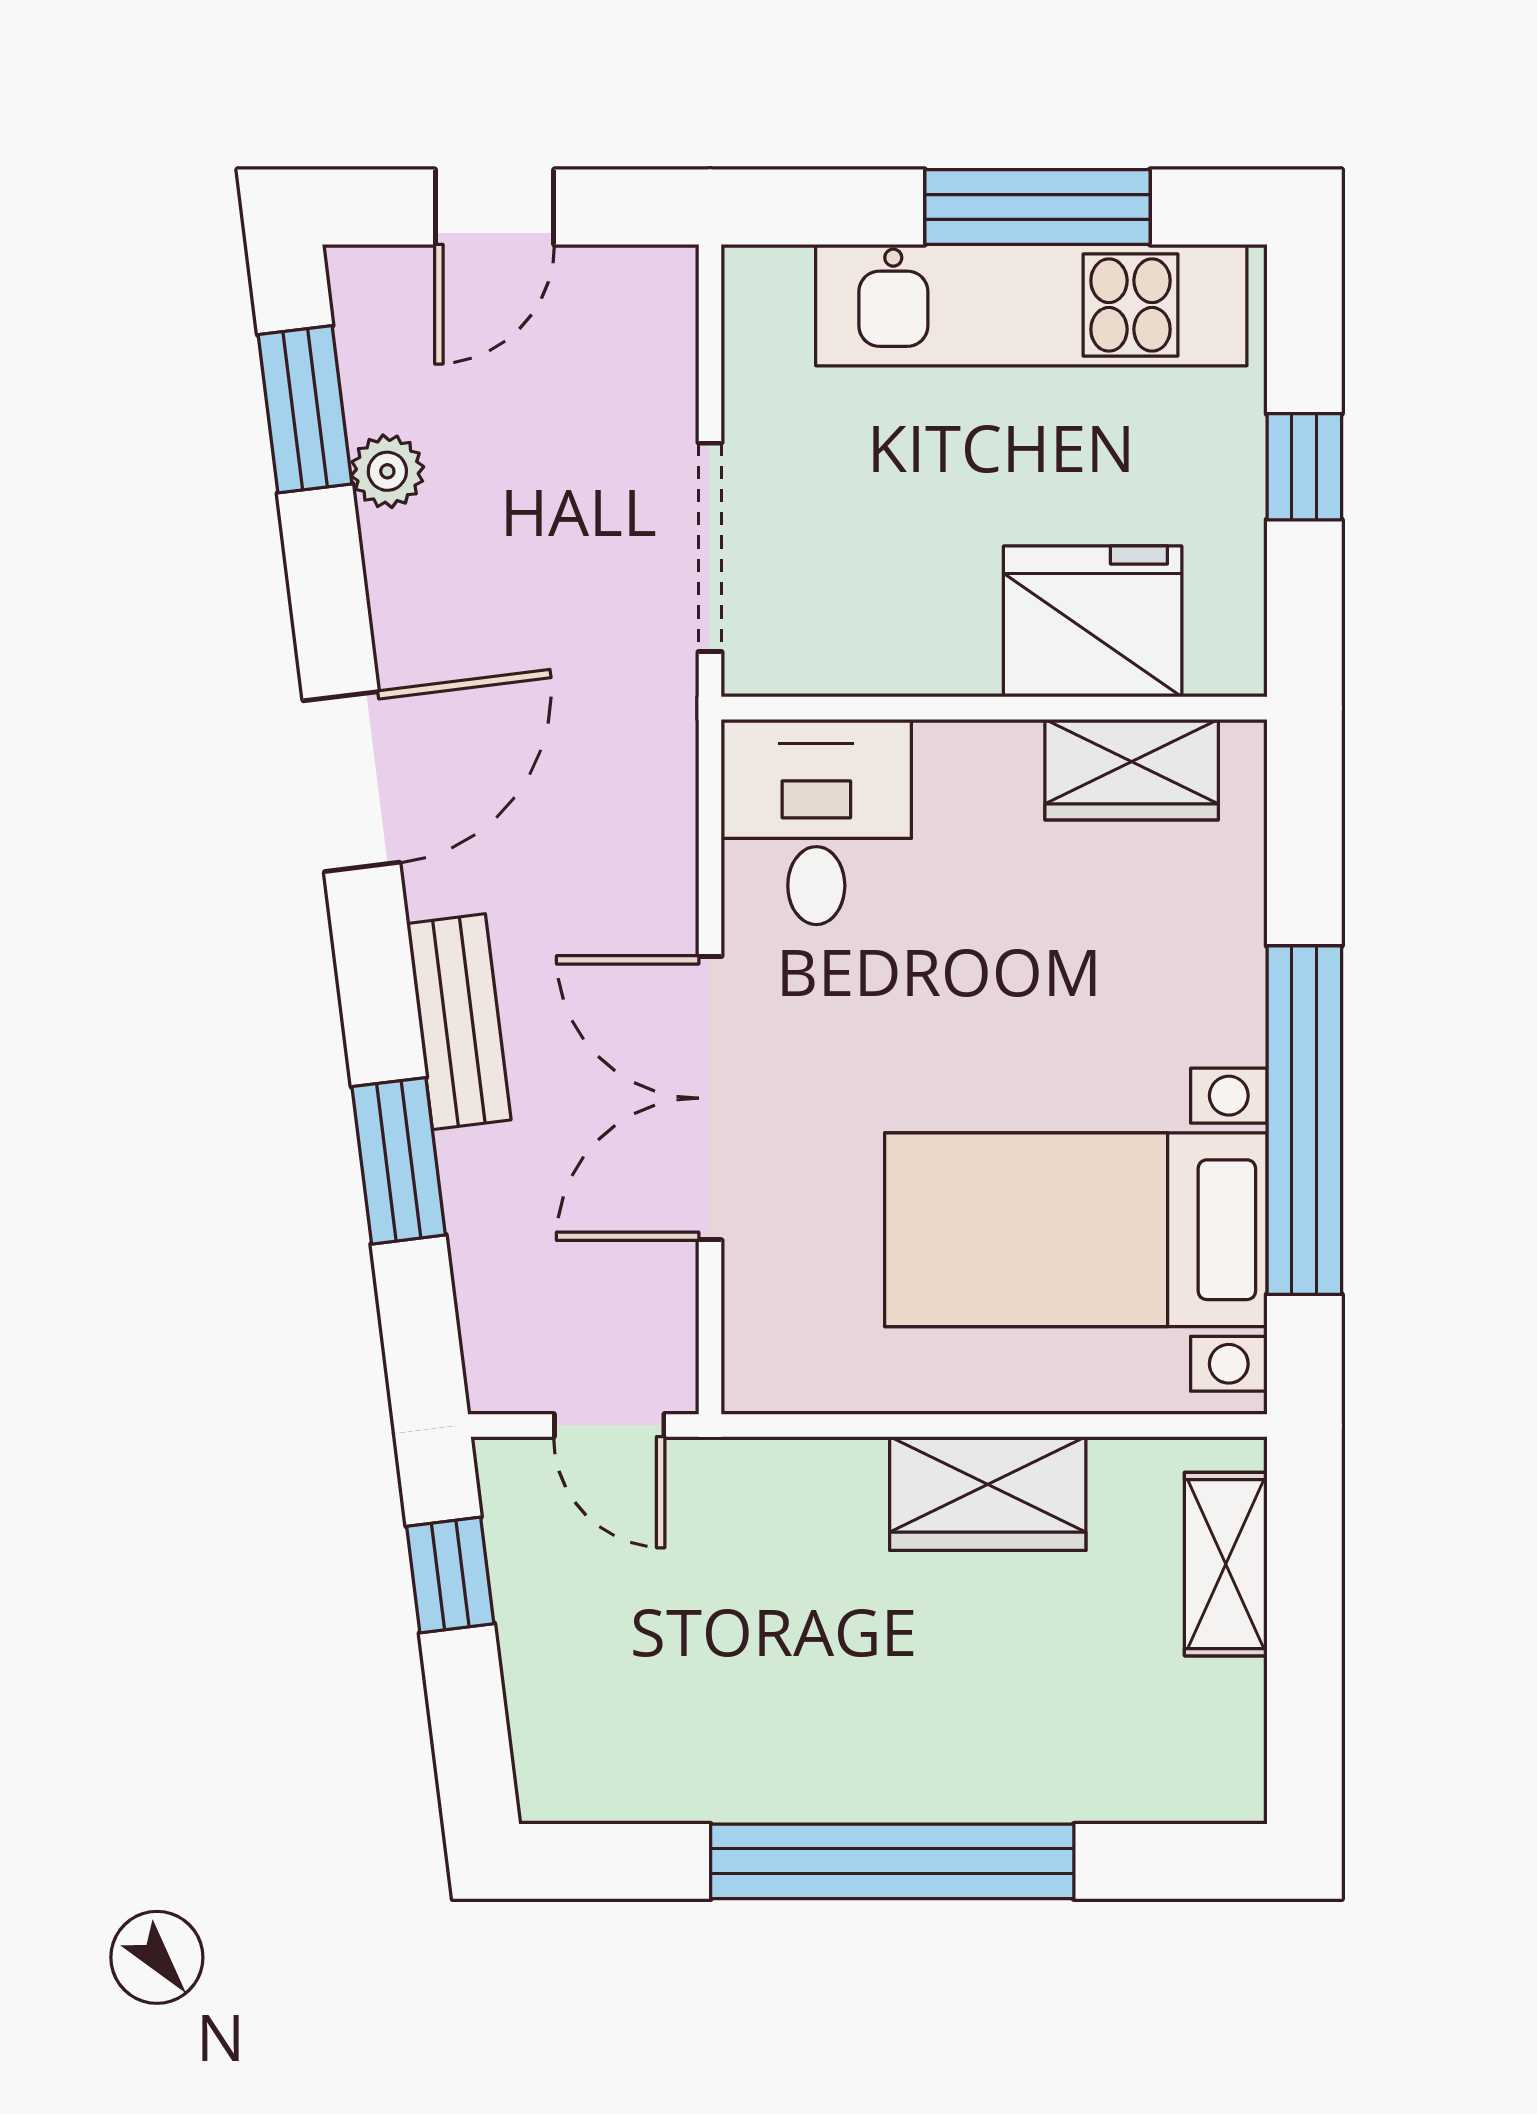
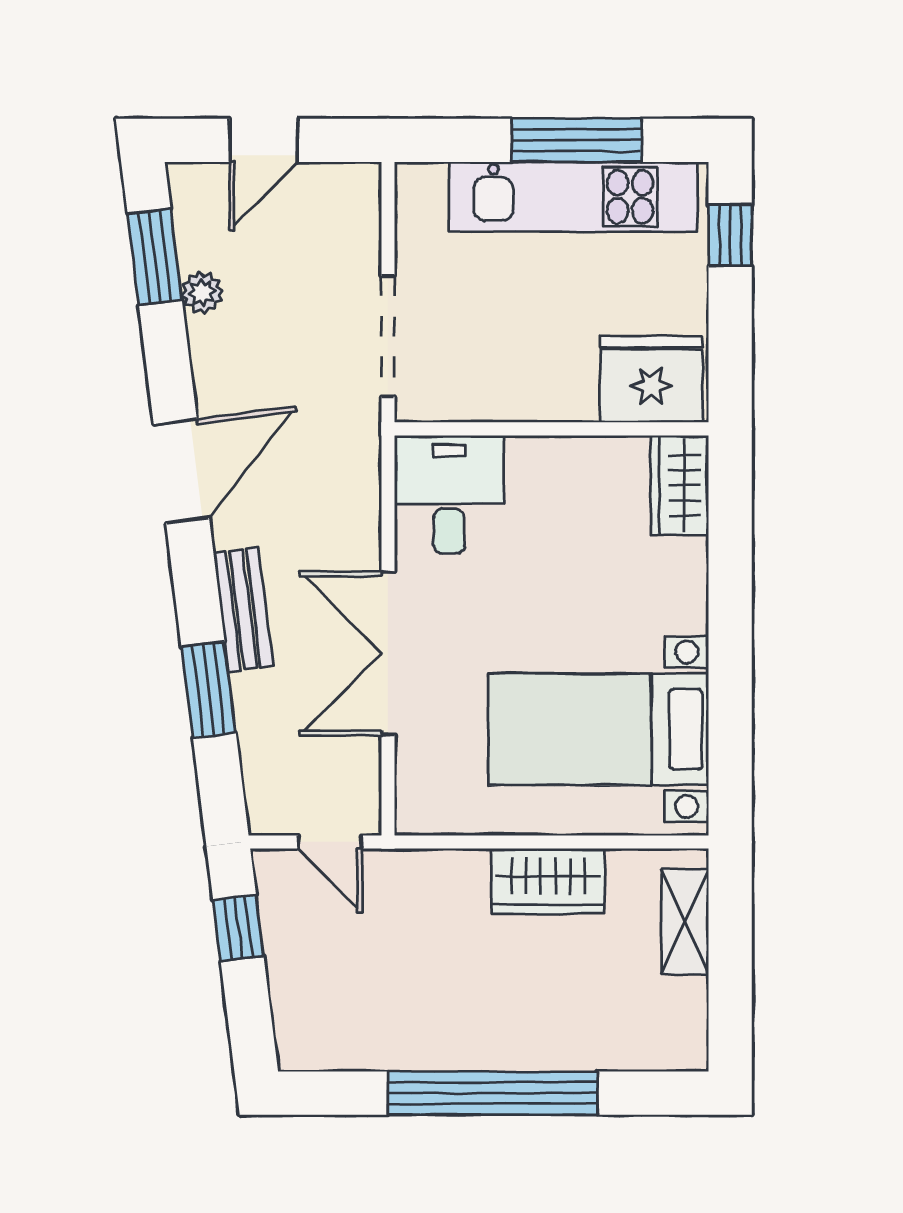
window: (1304, 467) -> (730, 235), moved
fridge: (1093, 621) -> (651, 379), moved
wardrobe: (1132, 770) -> (680, 485), moved, turned 90
window: (1304, 1120) -> (730, 666), removed

